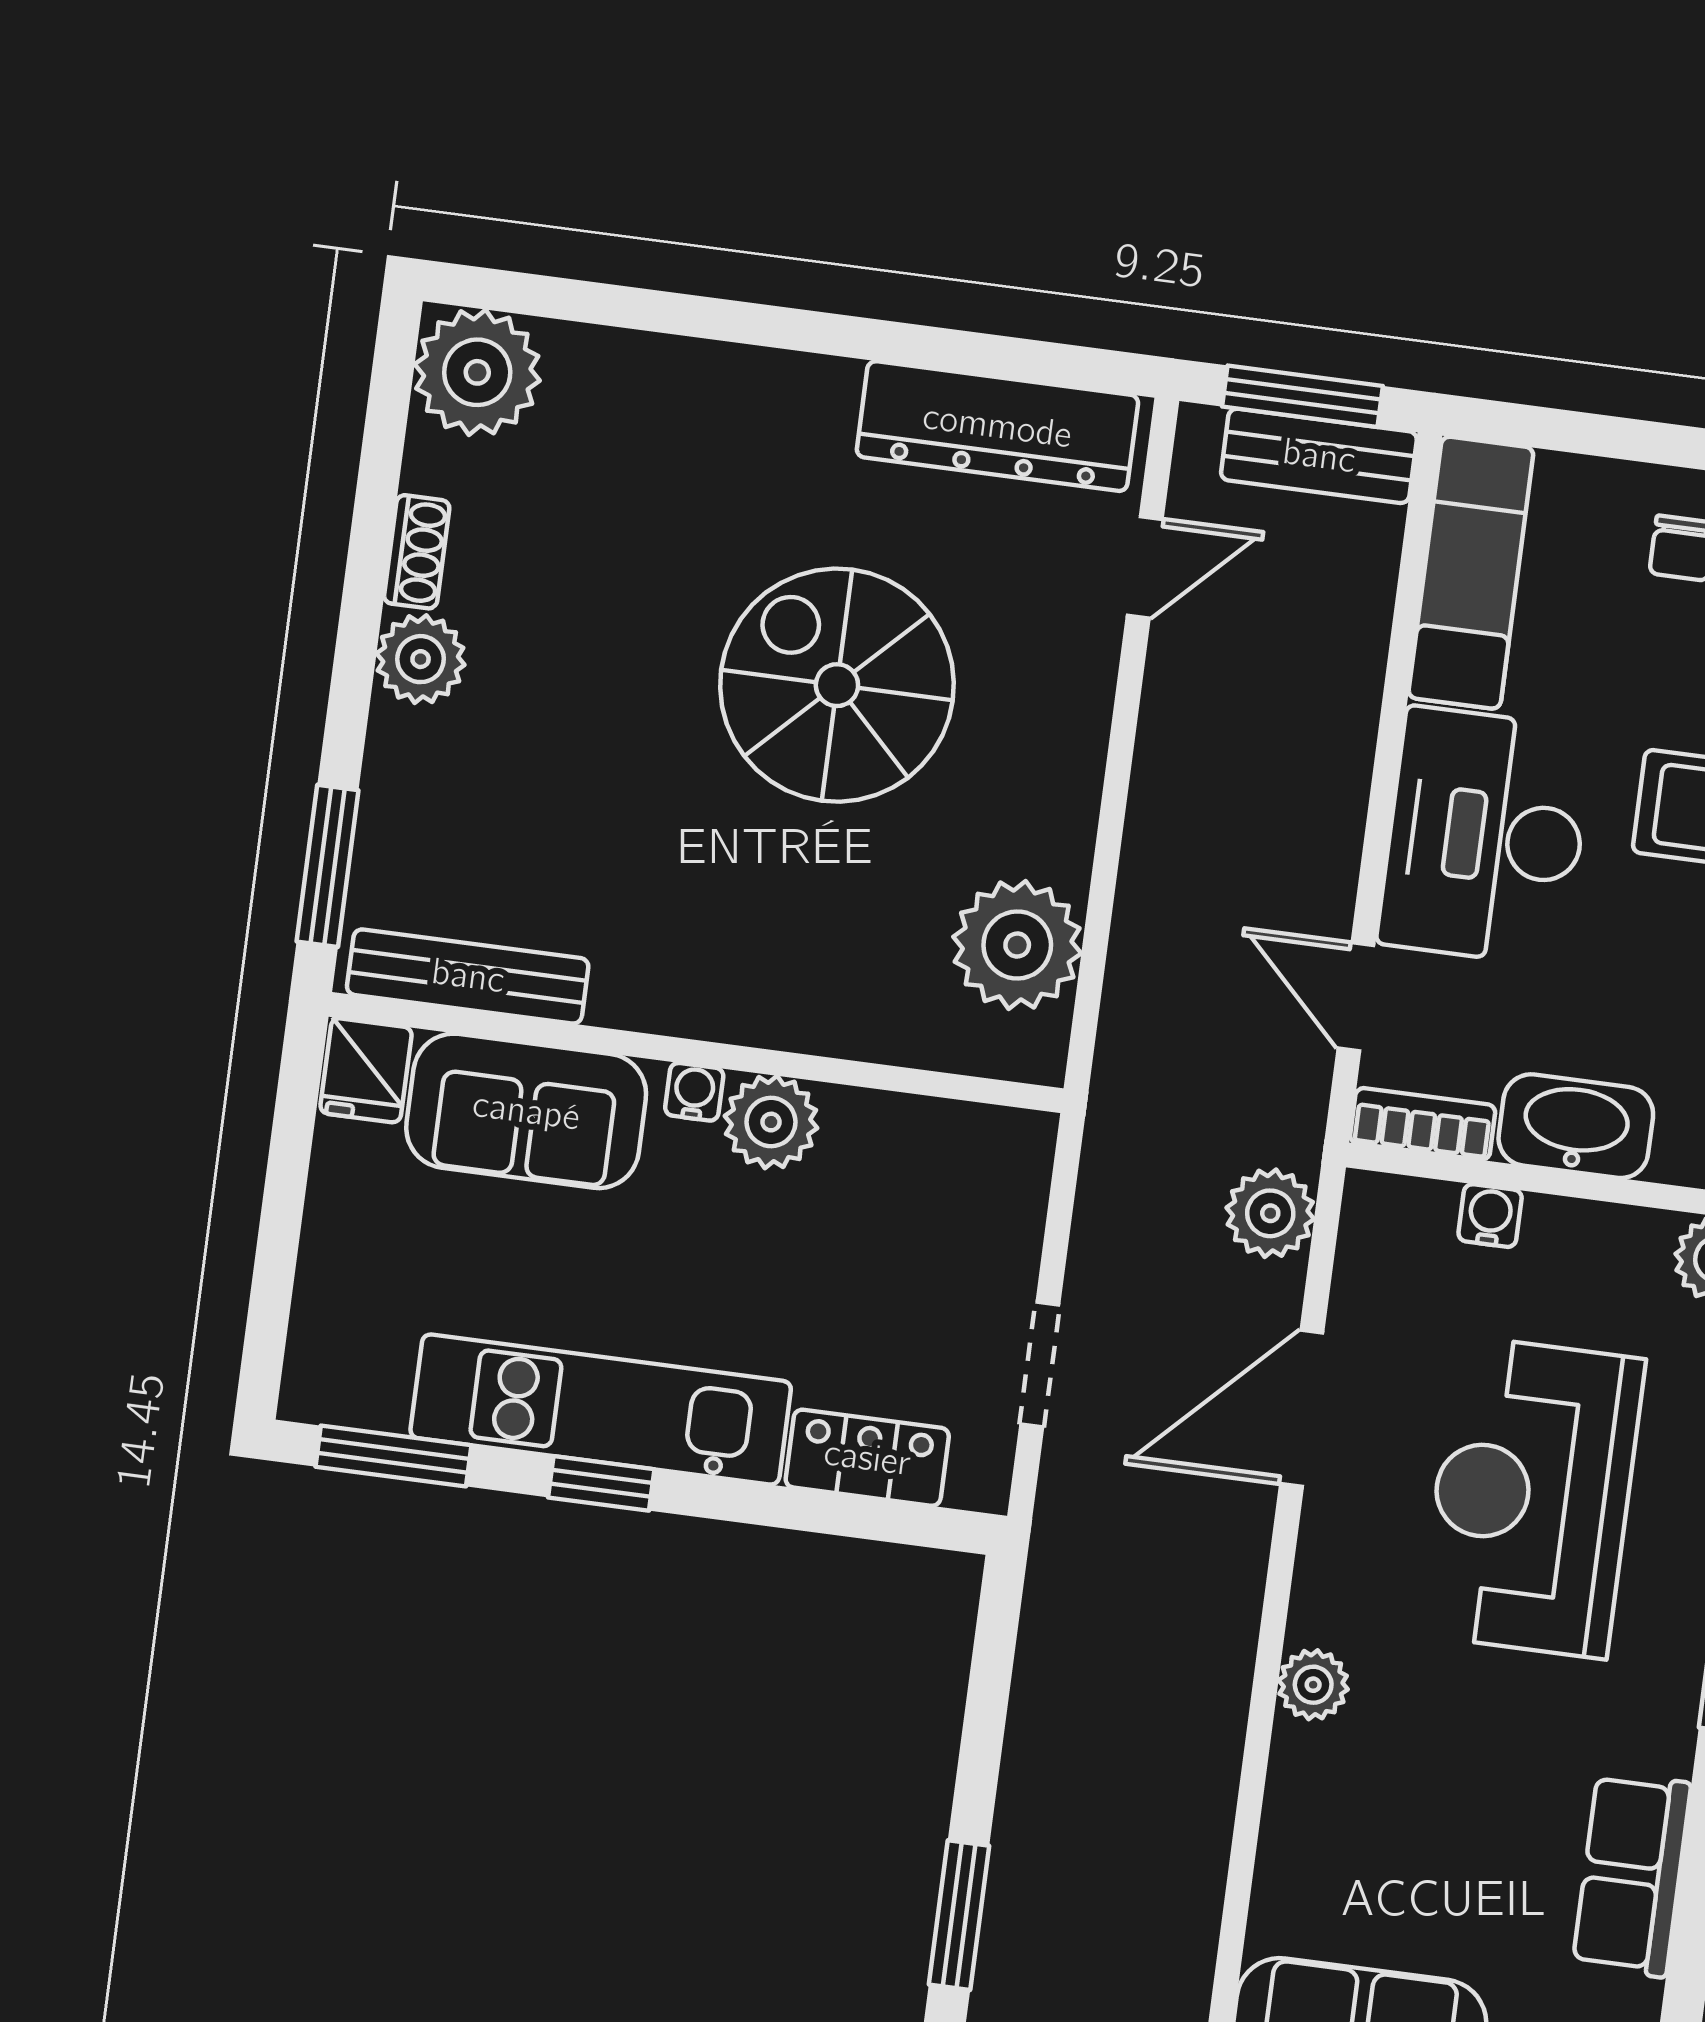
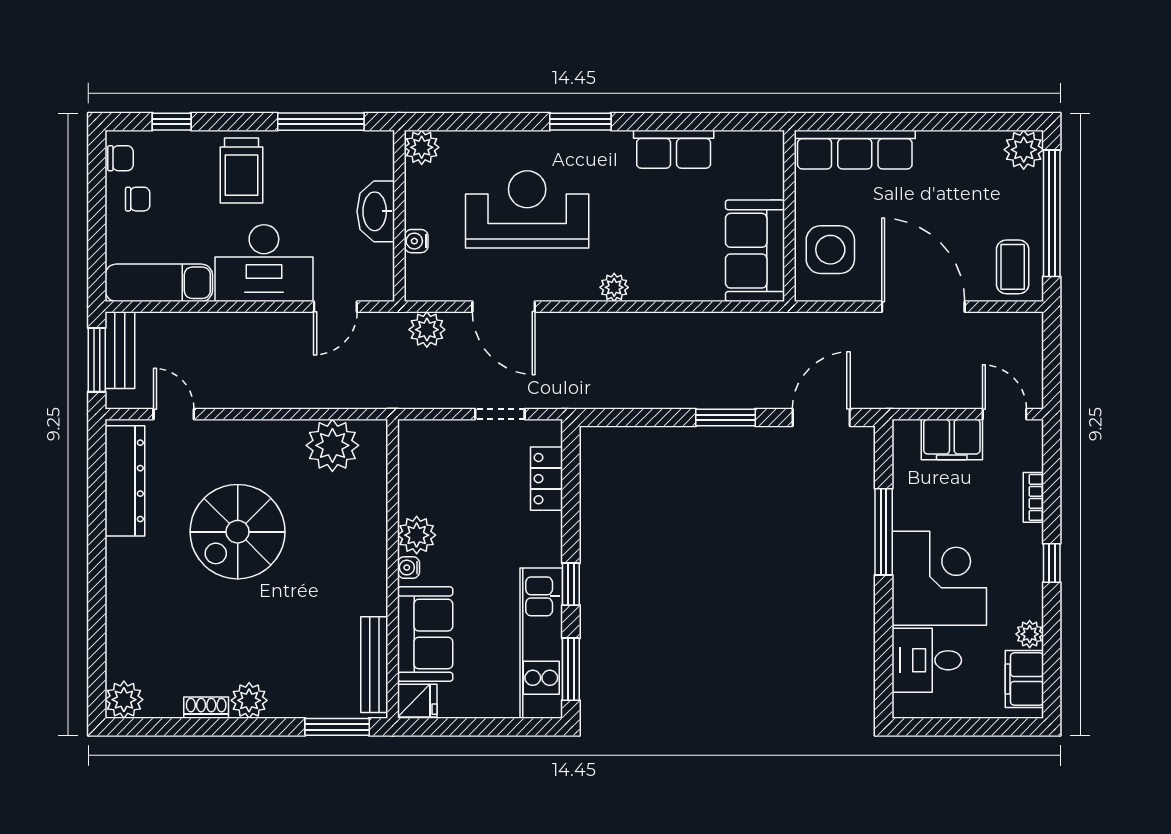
plant: (477, 372) -> (124, 700), width x0.73, depth x0.73
bookcase: (1423, 1124) -> (383, 273), removed
kitchen unit: (601, 1410) -> (541, 643), moved
reception desk: (1532, 1497) -> (527, 209), turned 180

